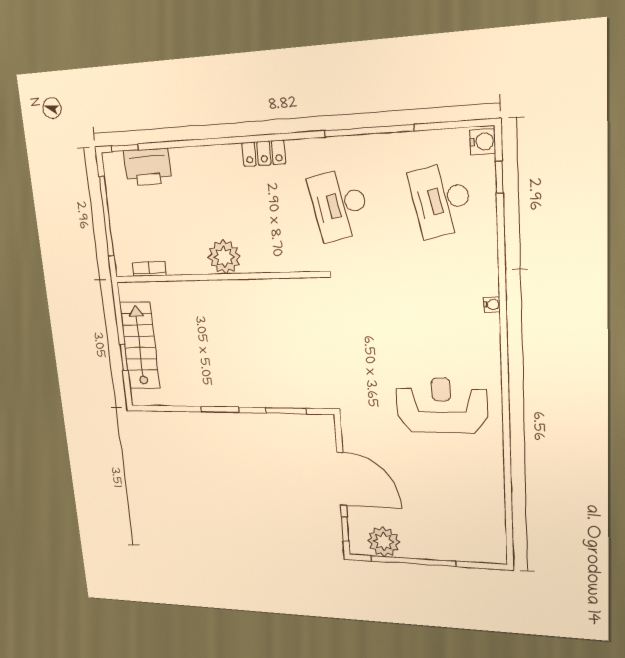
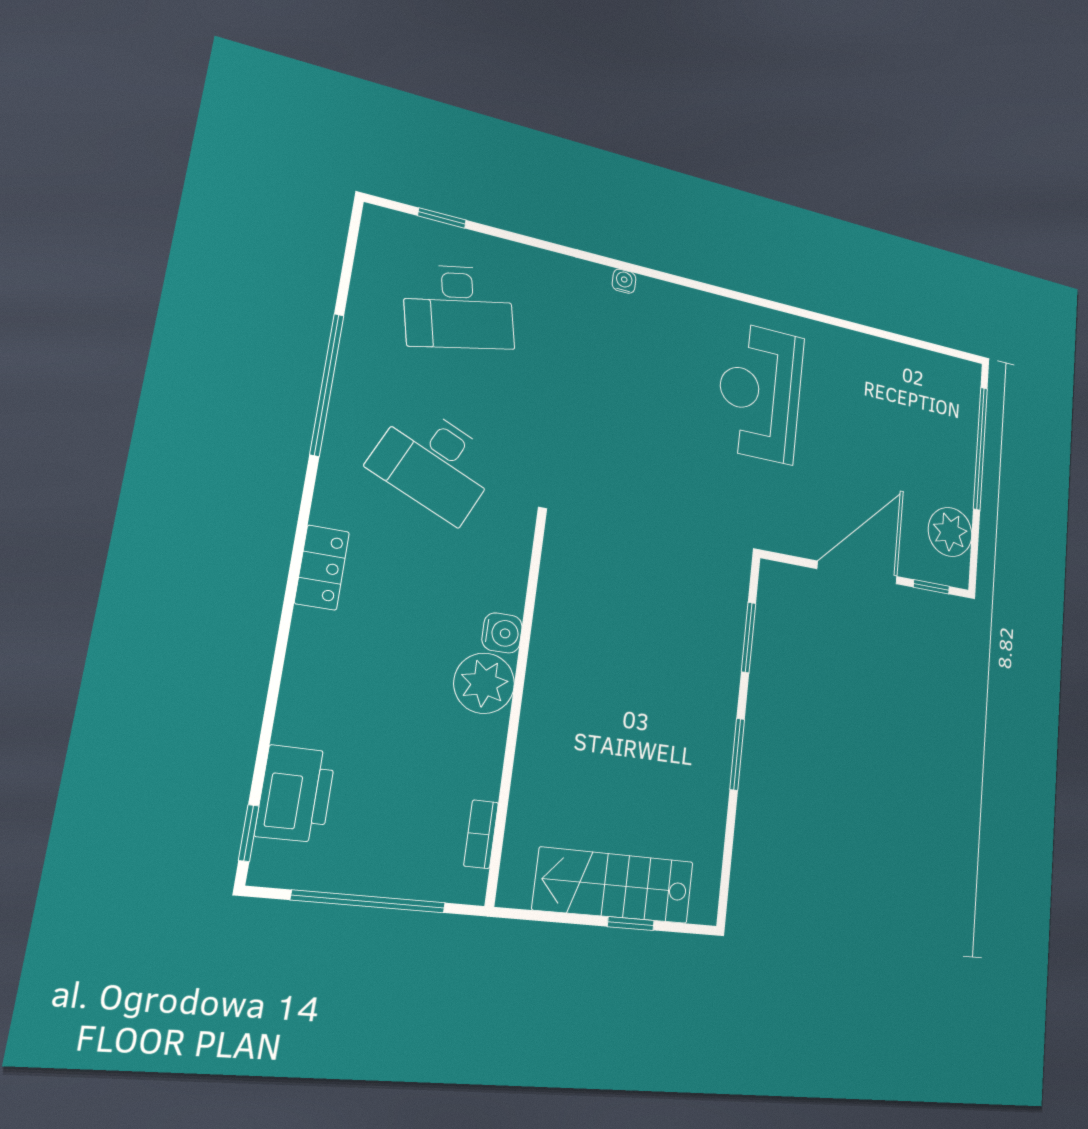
water cooler: (483, 142) -> (502, 633), moved, turned 90
desk: (339, 205) -> (435, 463), turned 36
window: (413, 561) -> (980, 448), moved

